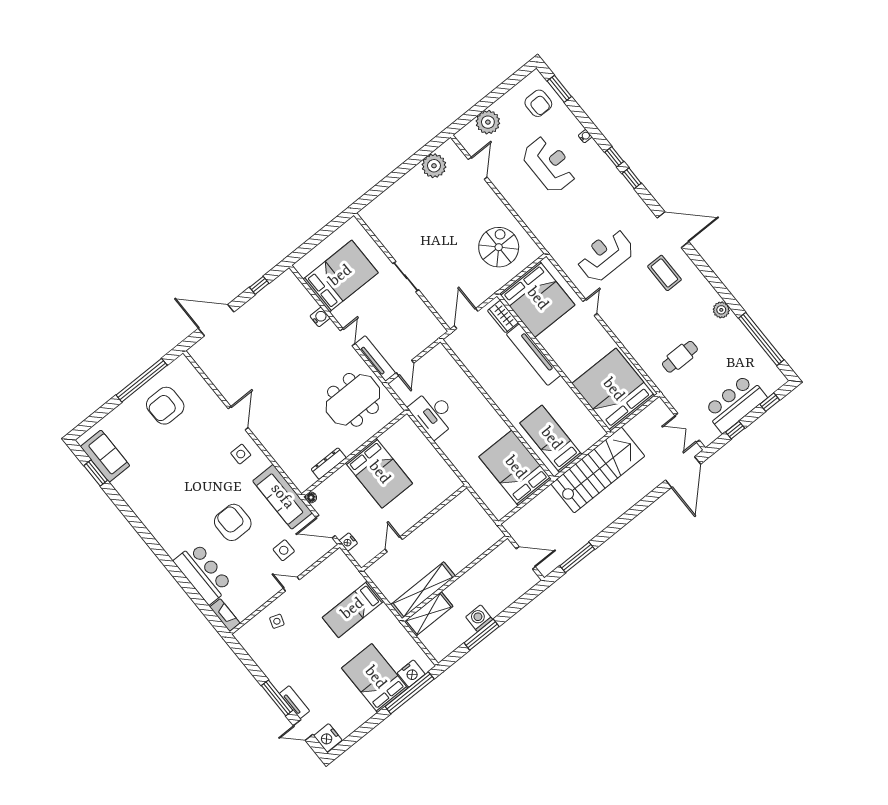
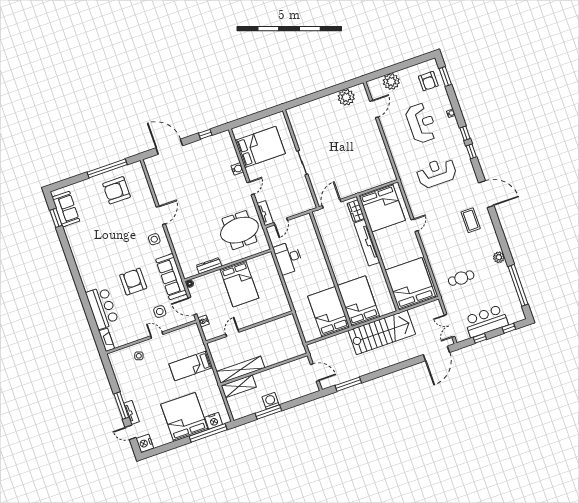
spiral stairs: (499, 247) -> (369, 165), removed
reception desk: (605, 255) -> (437, 173), moved
tv unit: (375, 359) -> (265, 213), width x0.71
bed: (551, 439) -> (359, 301), width x1.50
bed: (375, 678) -> (184, 417), width x1.36

